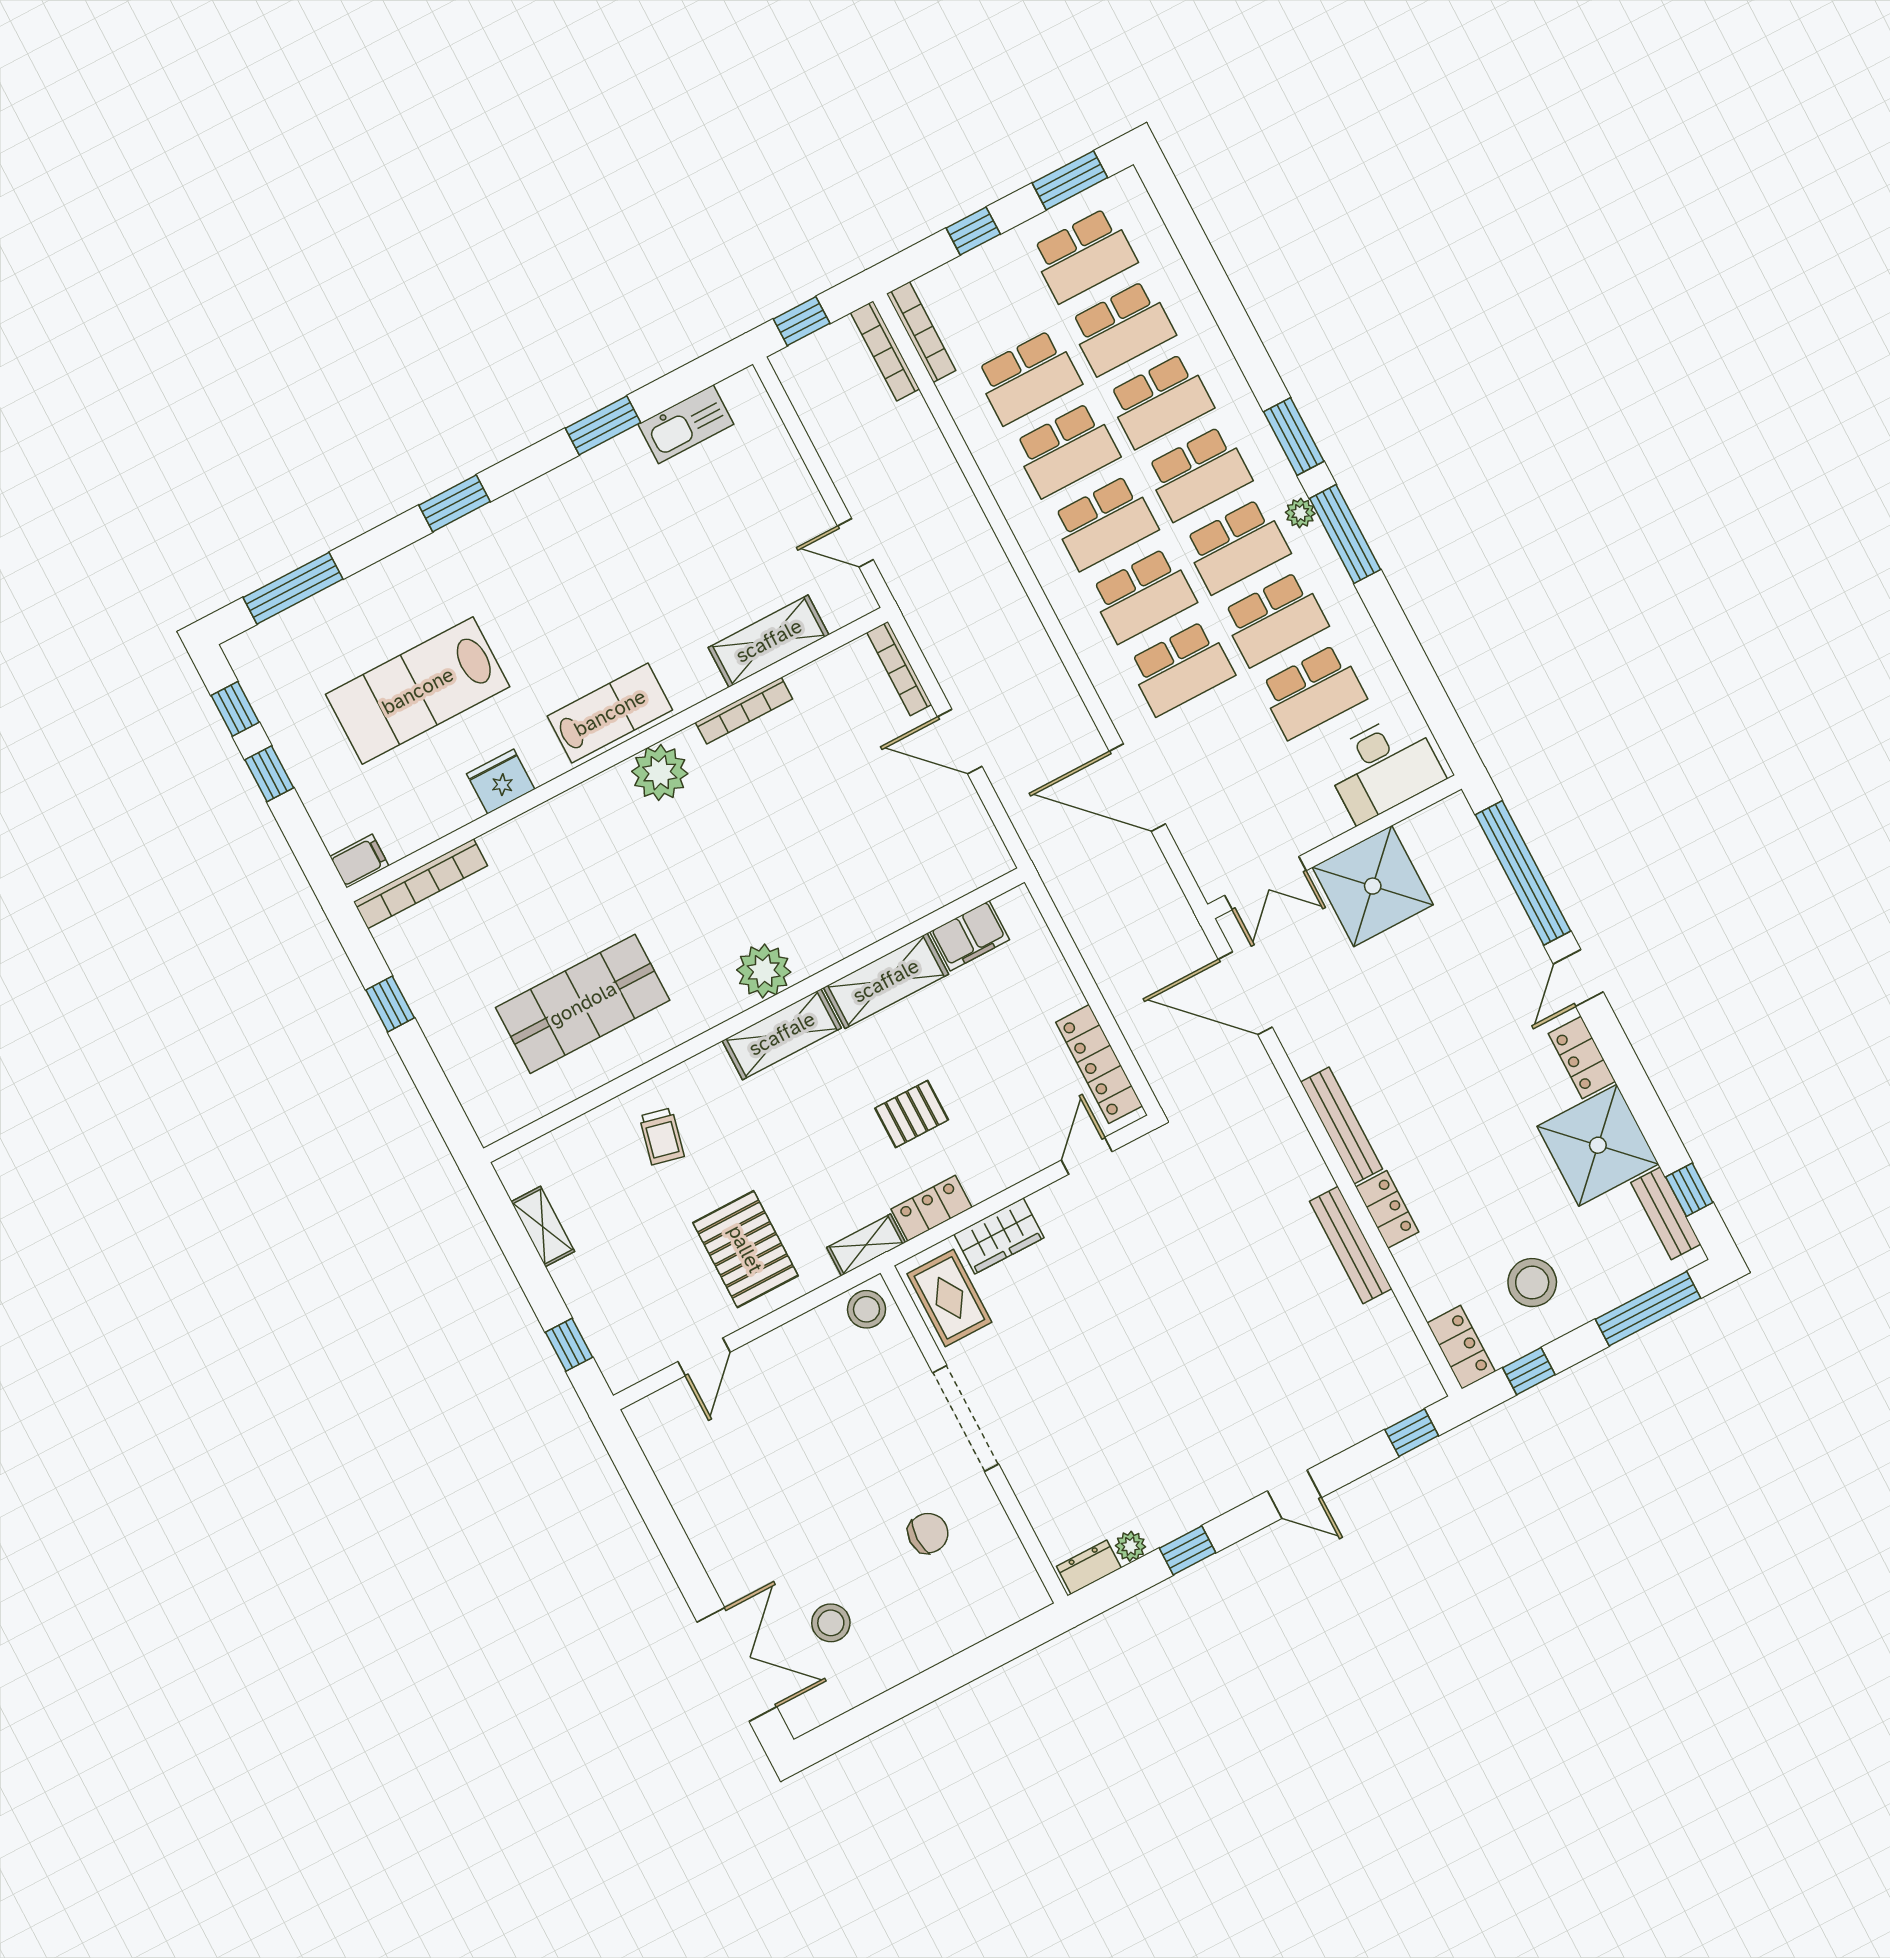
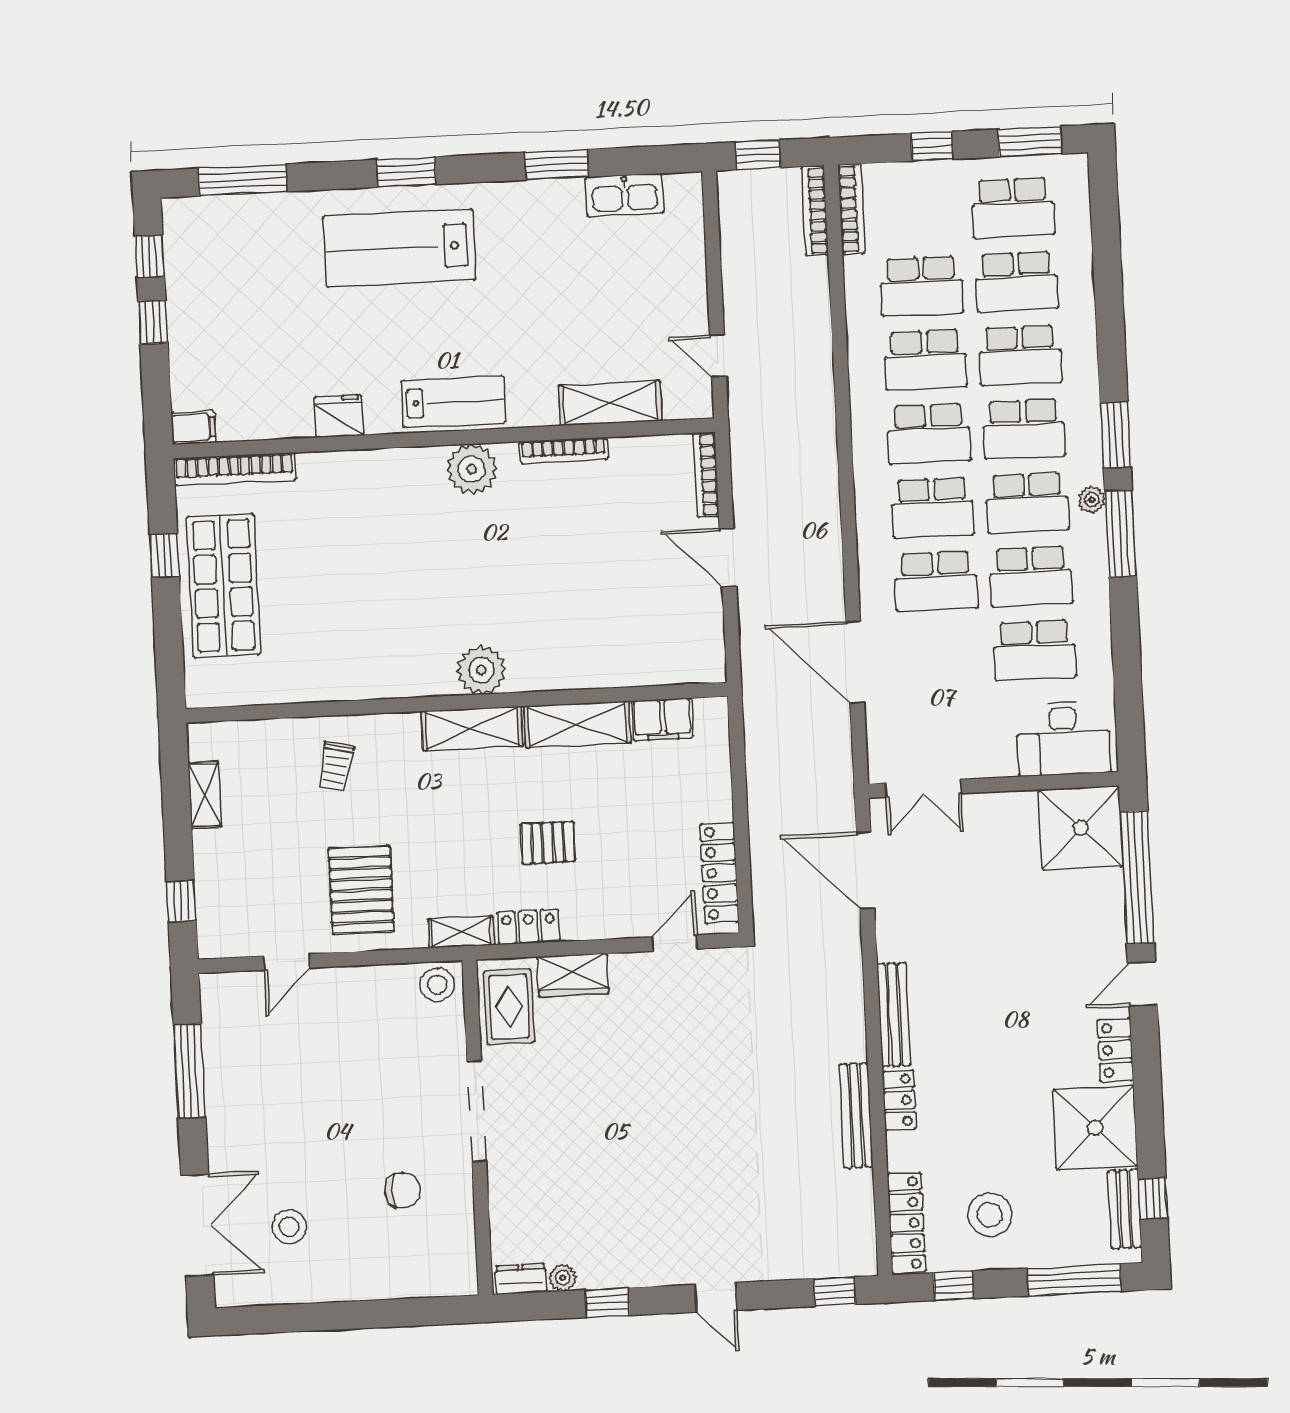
lab bench: (418, 691) -> (399, 248), moved
shower: (1373, 886) -> (1081, 828), moved
shop shelf: (583, 1004) -> (224, 586), moved, turned 90
locker: (1461, 1347) -> (906, 1223), width x1.53
window: (657, 1512) -> (190, 1071), added

